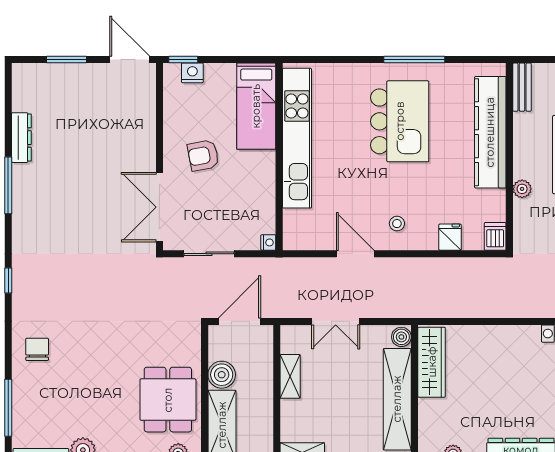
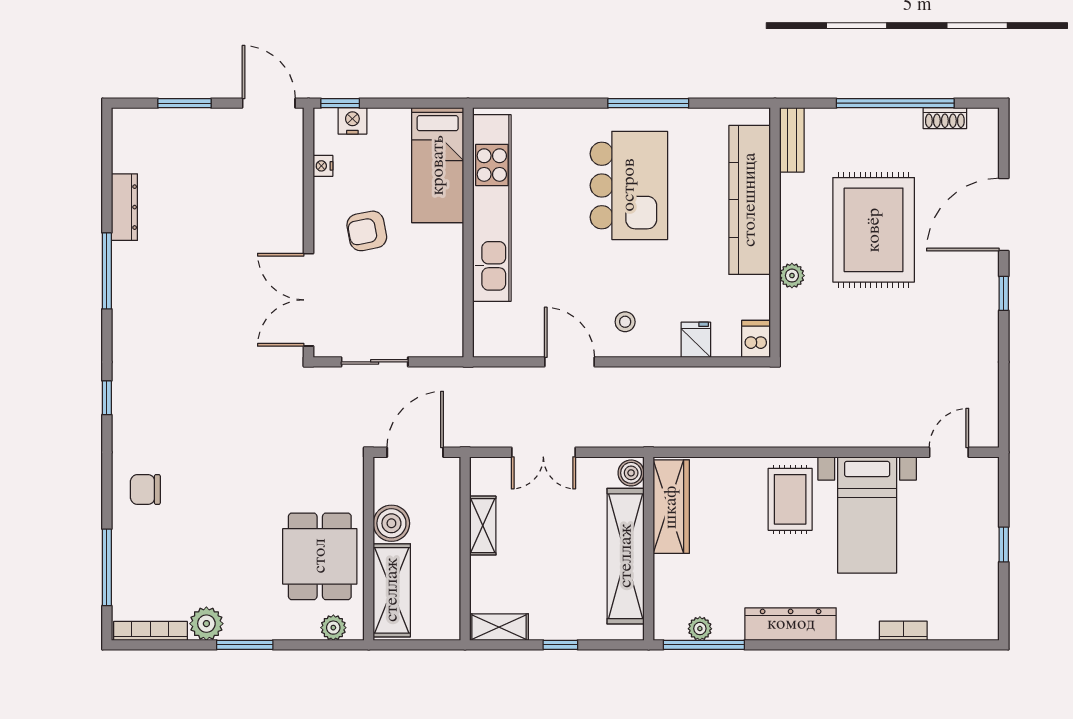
nightstand: (268, 242) -> (323, 166), moved, turned 180
chair: (37, 349) -> (145, 489), turned -90
rug: (521, 357) -> (790, 499), added

